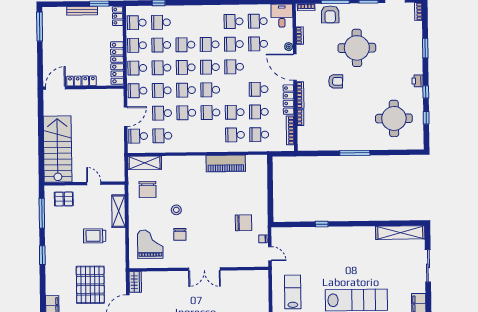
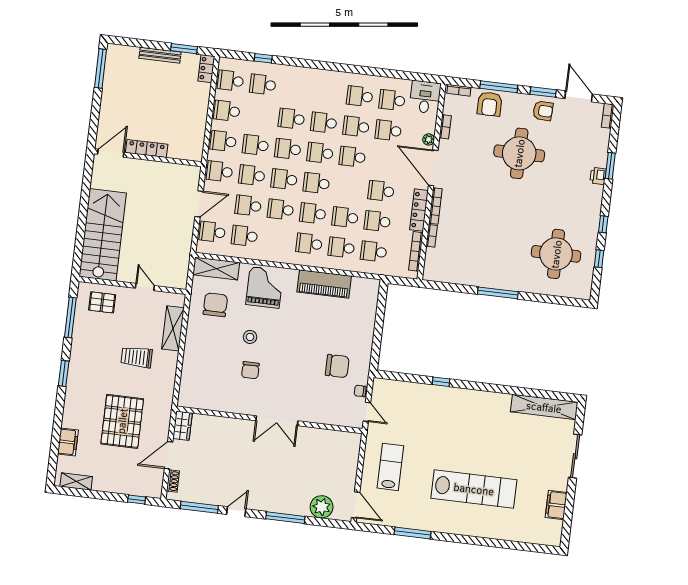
school desk: (161, 45) -> (309, 244), moved
locker: (117, 63) -> (197, 131), removed
armchair: (336, 81) -> (543, 111), moved
printer: (418, 81) -> (598, 176), moved
chair: (148, 190) -> (215, 305), turned 180
grand piano: (150, 244) -> (265, 287), moved

